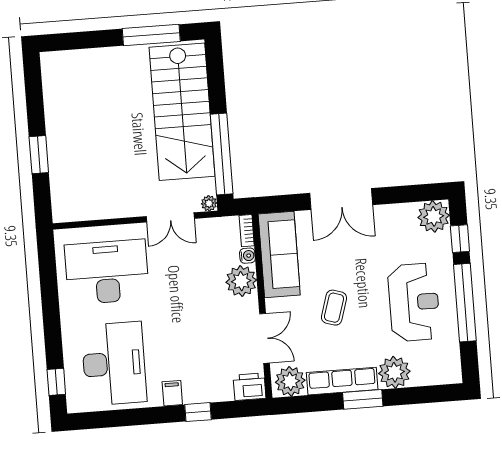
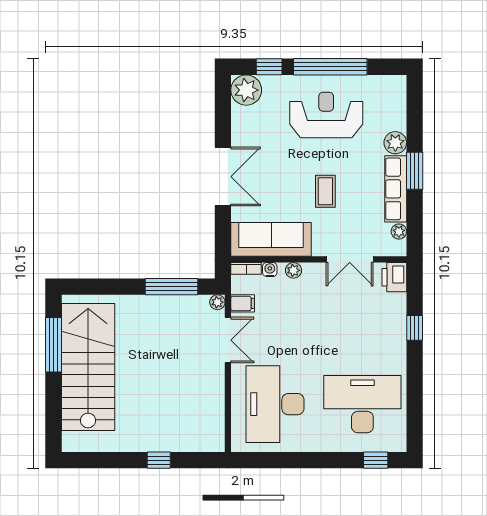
stairs: (182, 112) -> (88, 367), moved, turned -90
window: (222, 154) -> (171, 287), width x0.68
window: (39, 155) -> (159, 460), width x0.67
plant: (241, 281) -> (293, 270), width x0.53, depth x0.53
coffee table: (334, 308) -> (325, 191), turned 73
double door: (265, 338) -> (350, 259), swing flipped
plant: (394, 372) -> (395, 143), width x0.73, depth x0.73
plant: (290, 381) -> (399, 231), width x0.53, depth x0.53
filing cabinet: (172, 393) -> (243, 303), moved, turned 180

